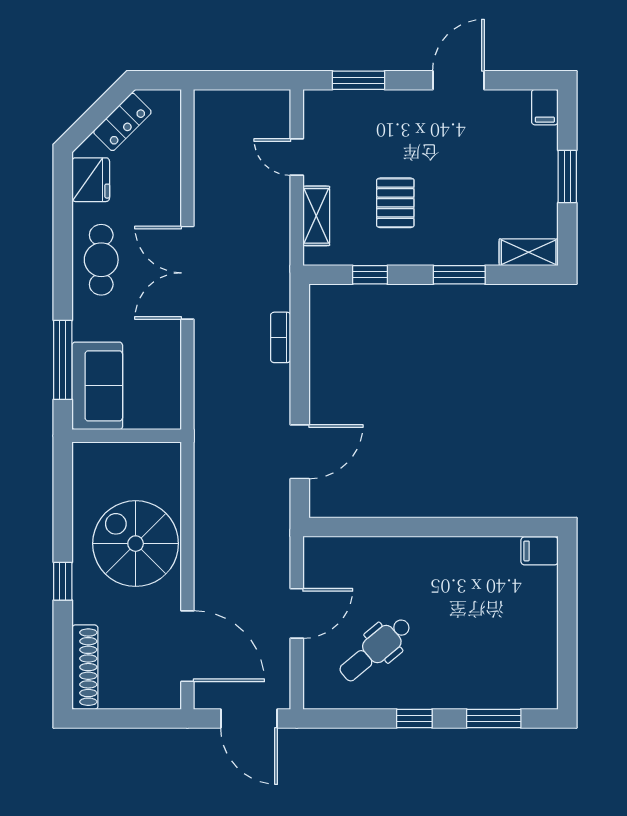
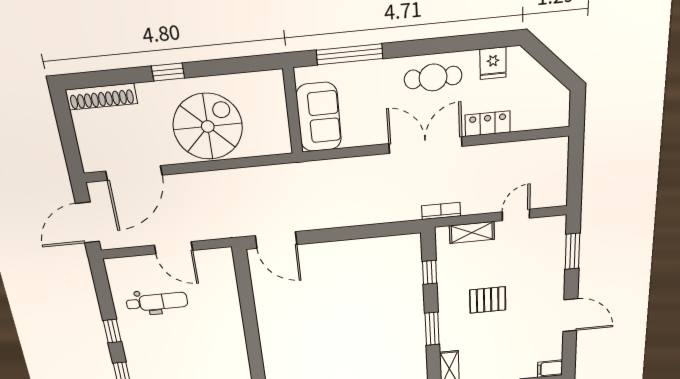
locker: (122, 122) -> (488, 124), moved, turned 135
fridge: (91, 180) -> (493, 63), width x0.72
pallet: (395, 203) -> (488, 300), moved
bookcase: (281, 337) -> (441, 211), moved
sofa: (97, 386) -> (319, 117), moved, turned -90
door: (300, 452) -> (276, 240), moved
dental chair: (375, 649) -> (157, 302), turned 130

